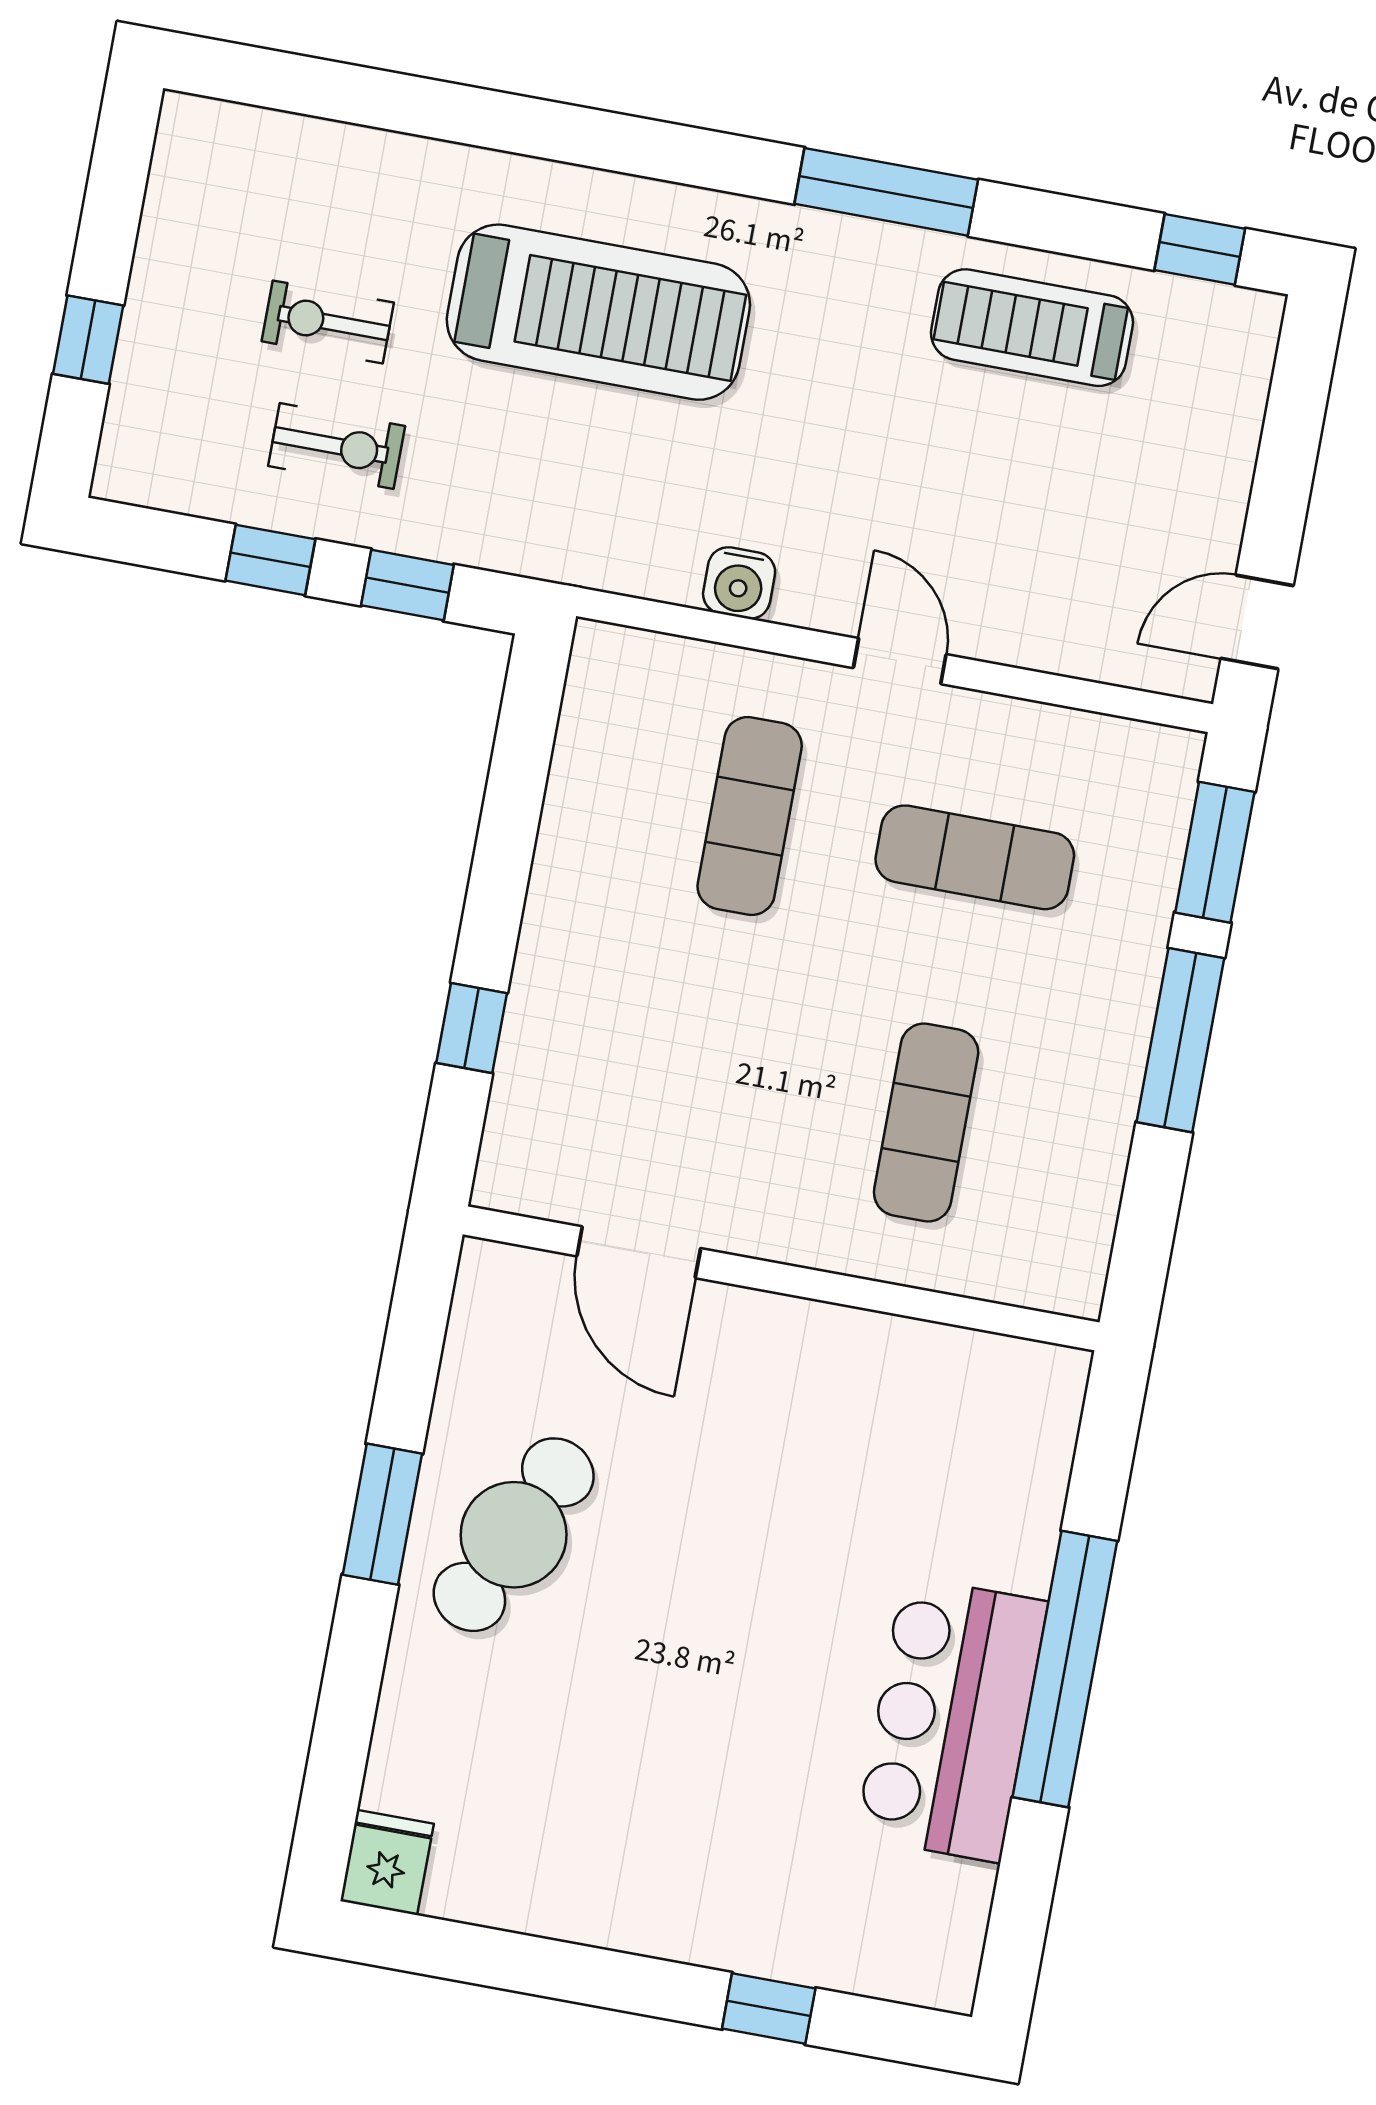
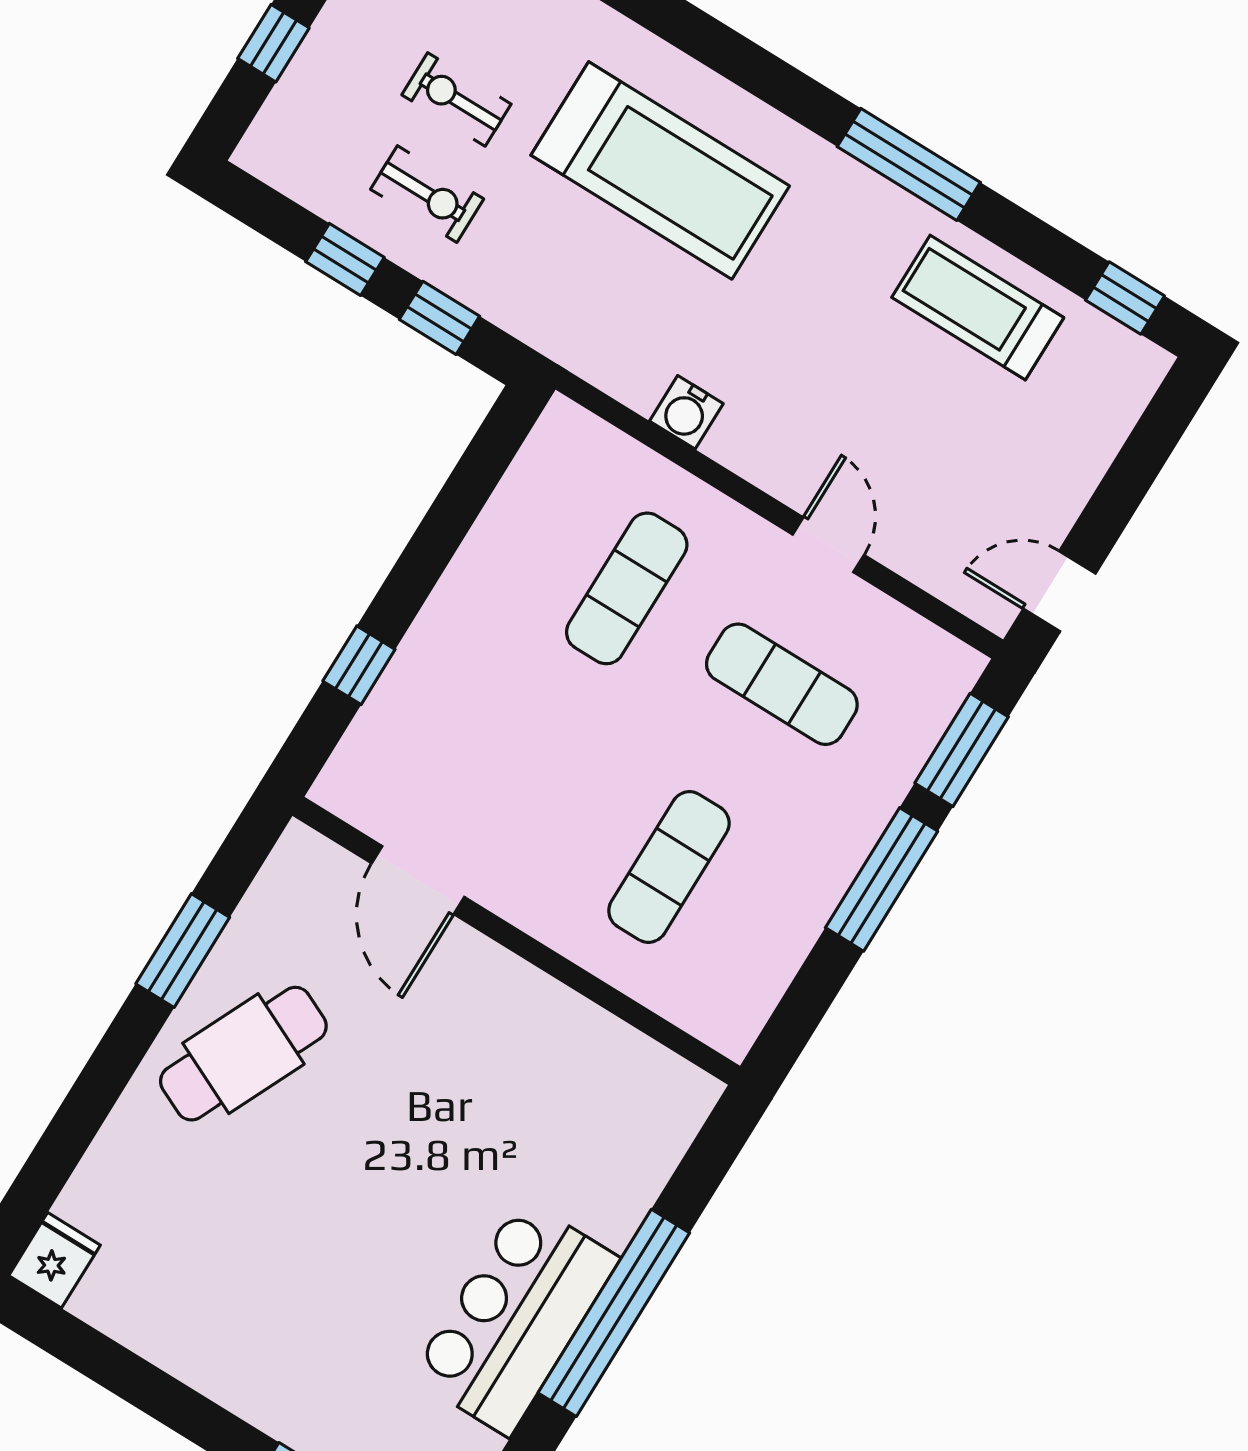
door: (900, 661) -> (828, 545), moved
window: (382, 1514) -> (183, 951), moved

